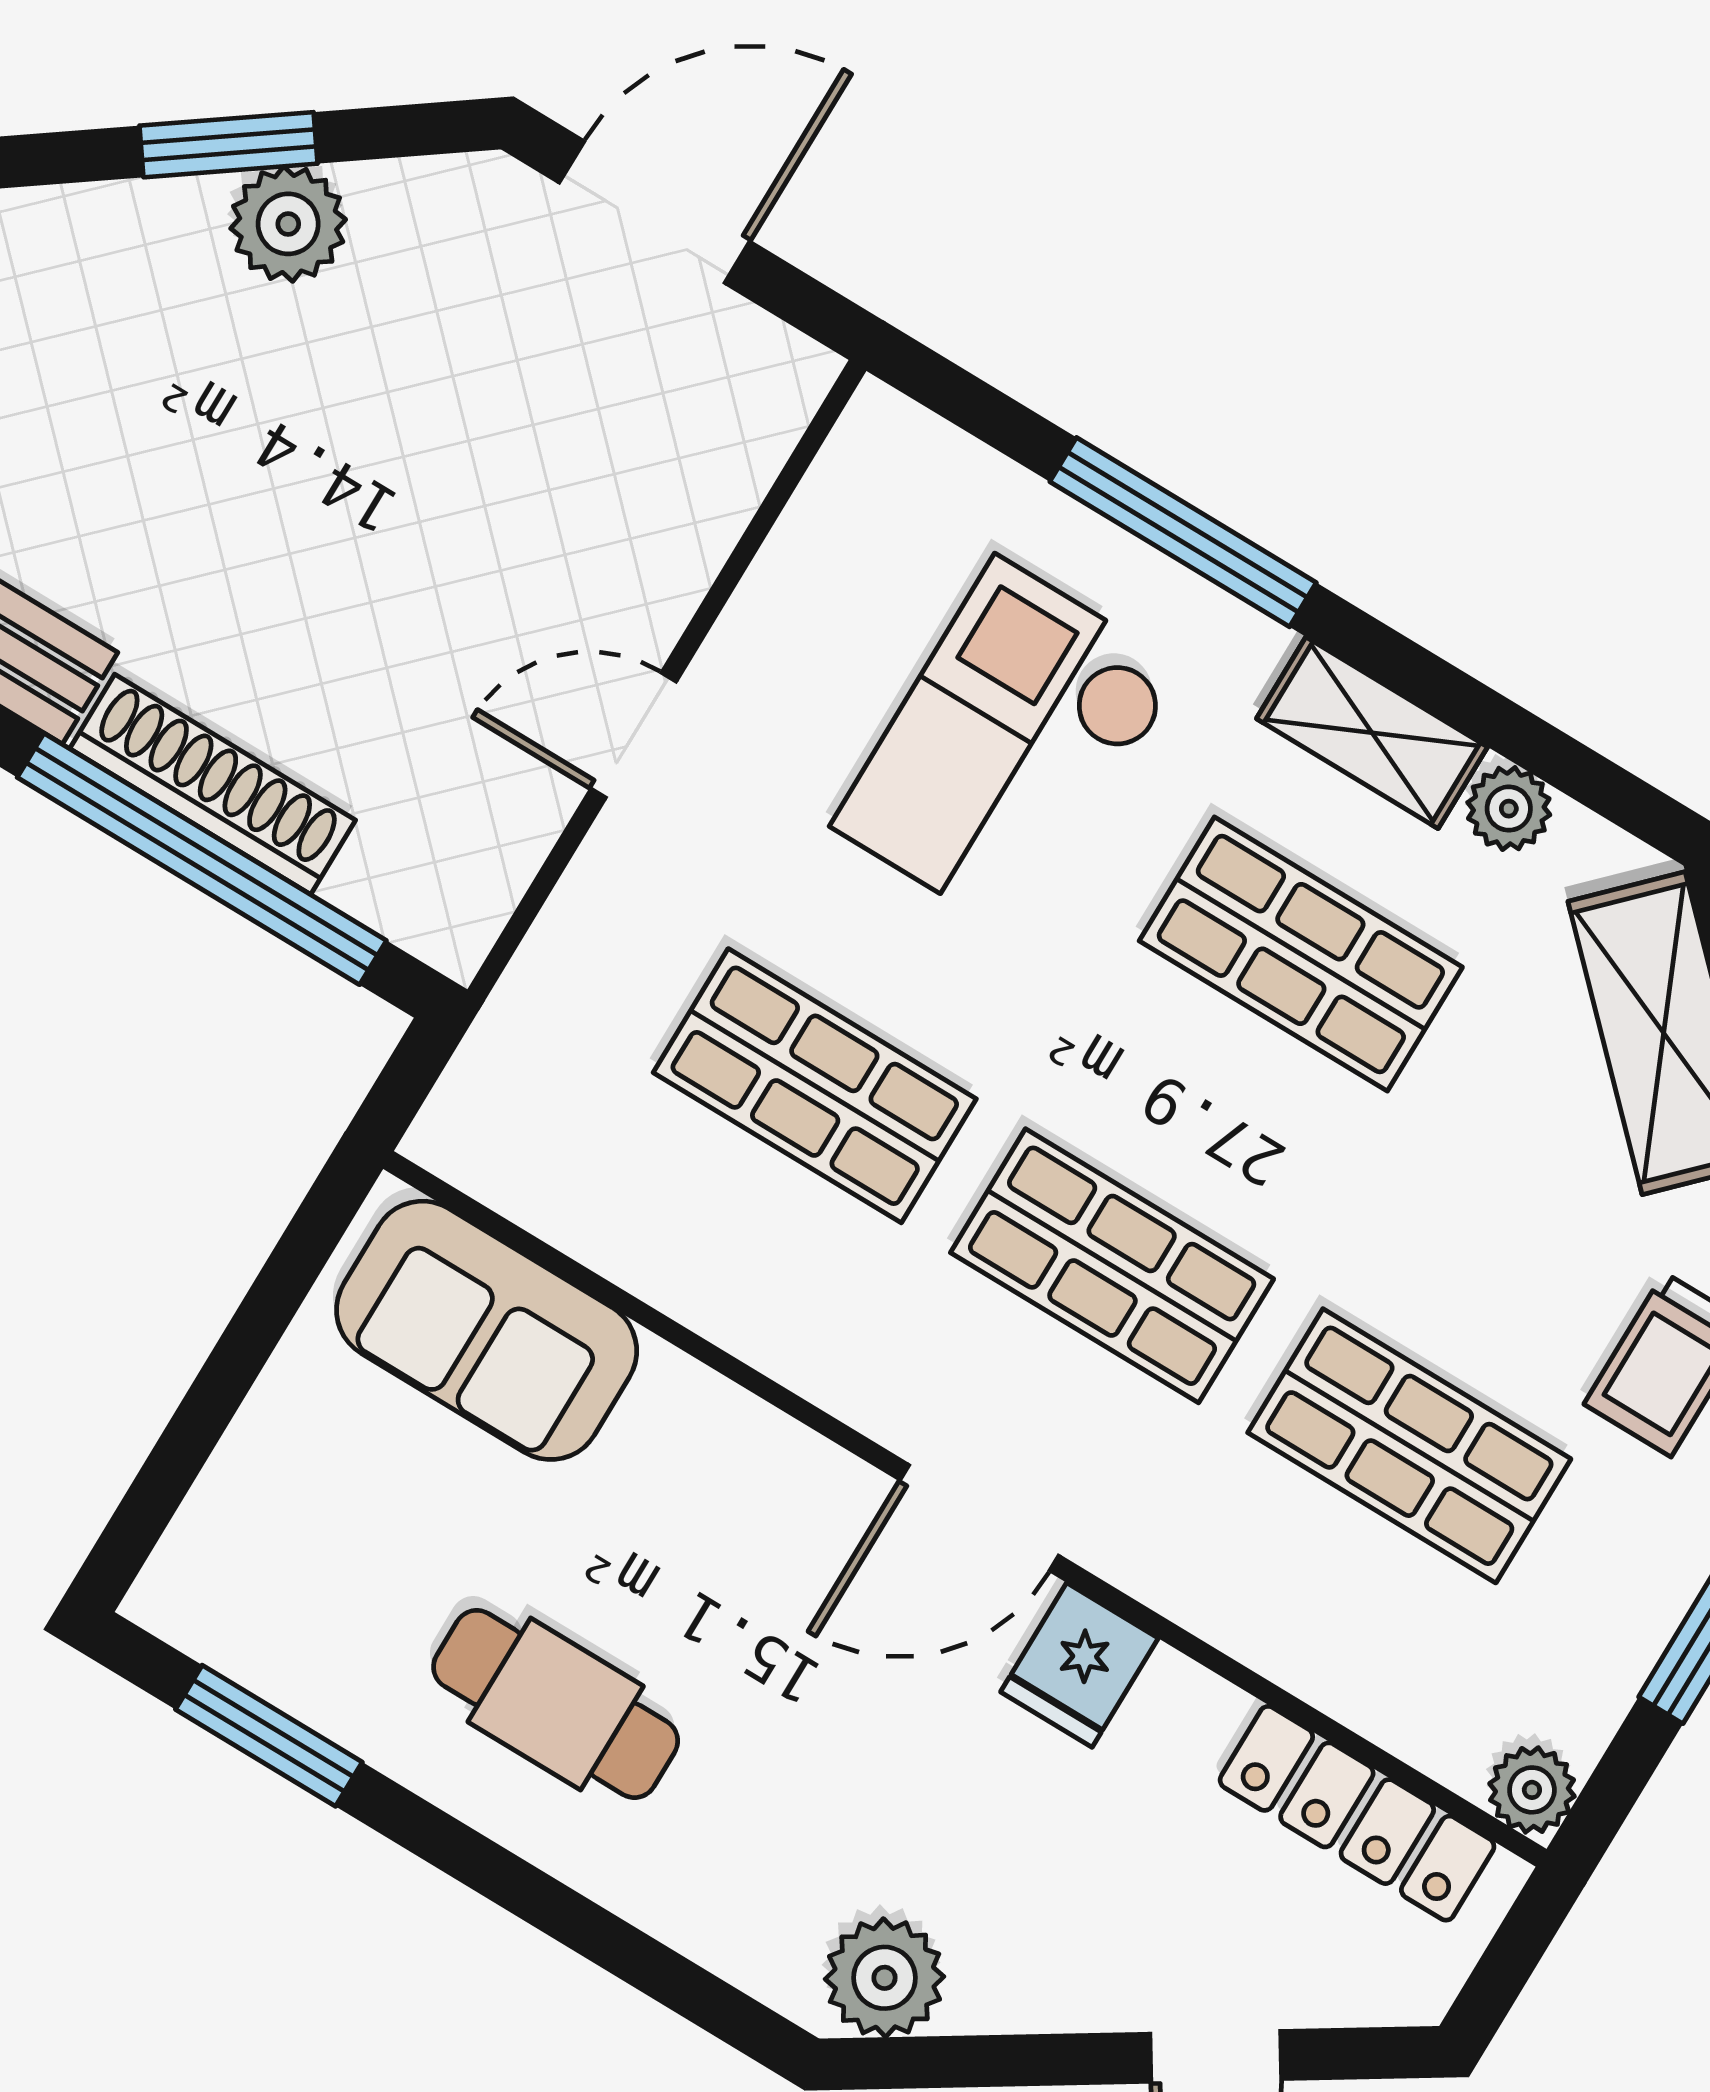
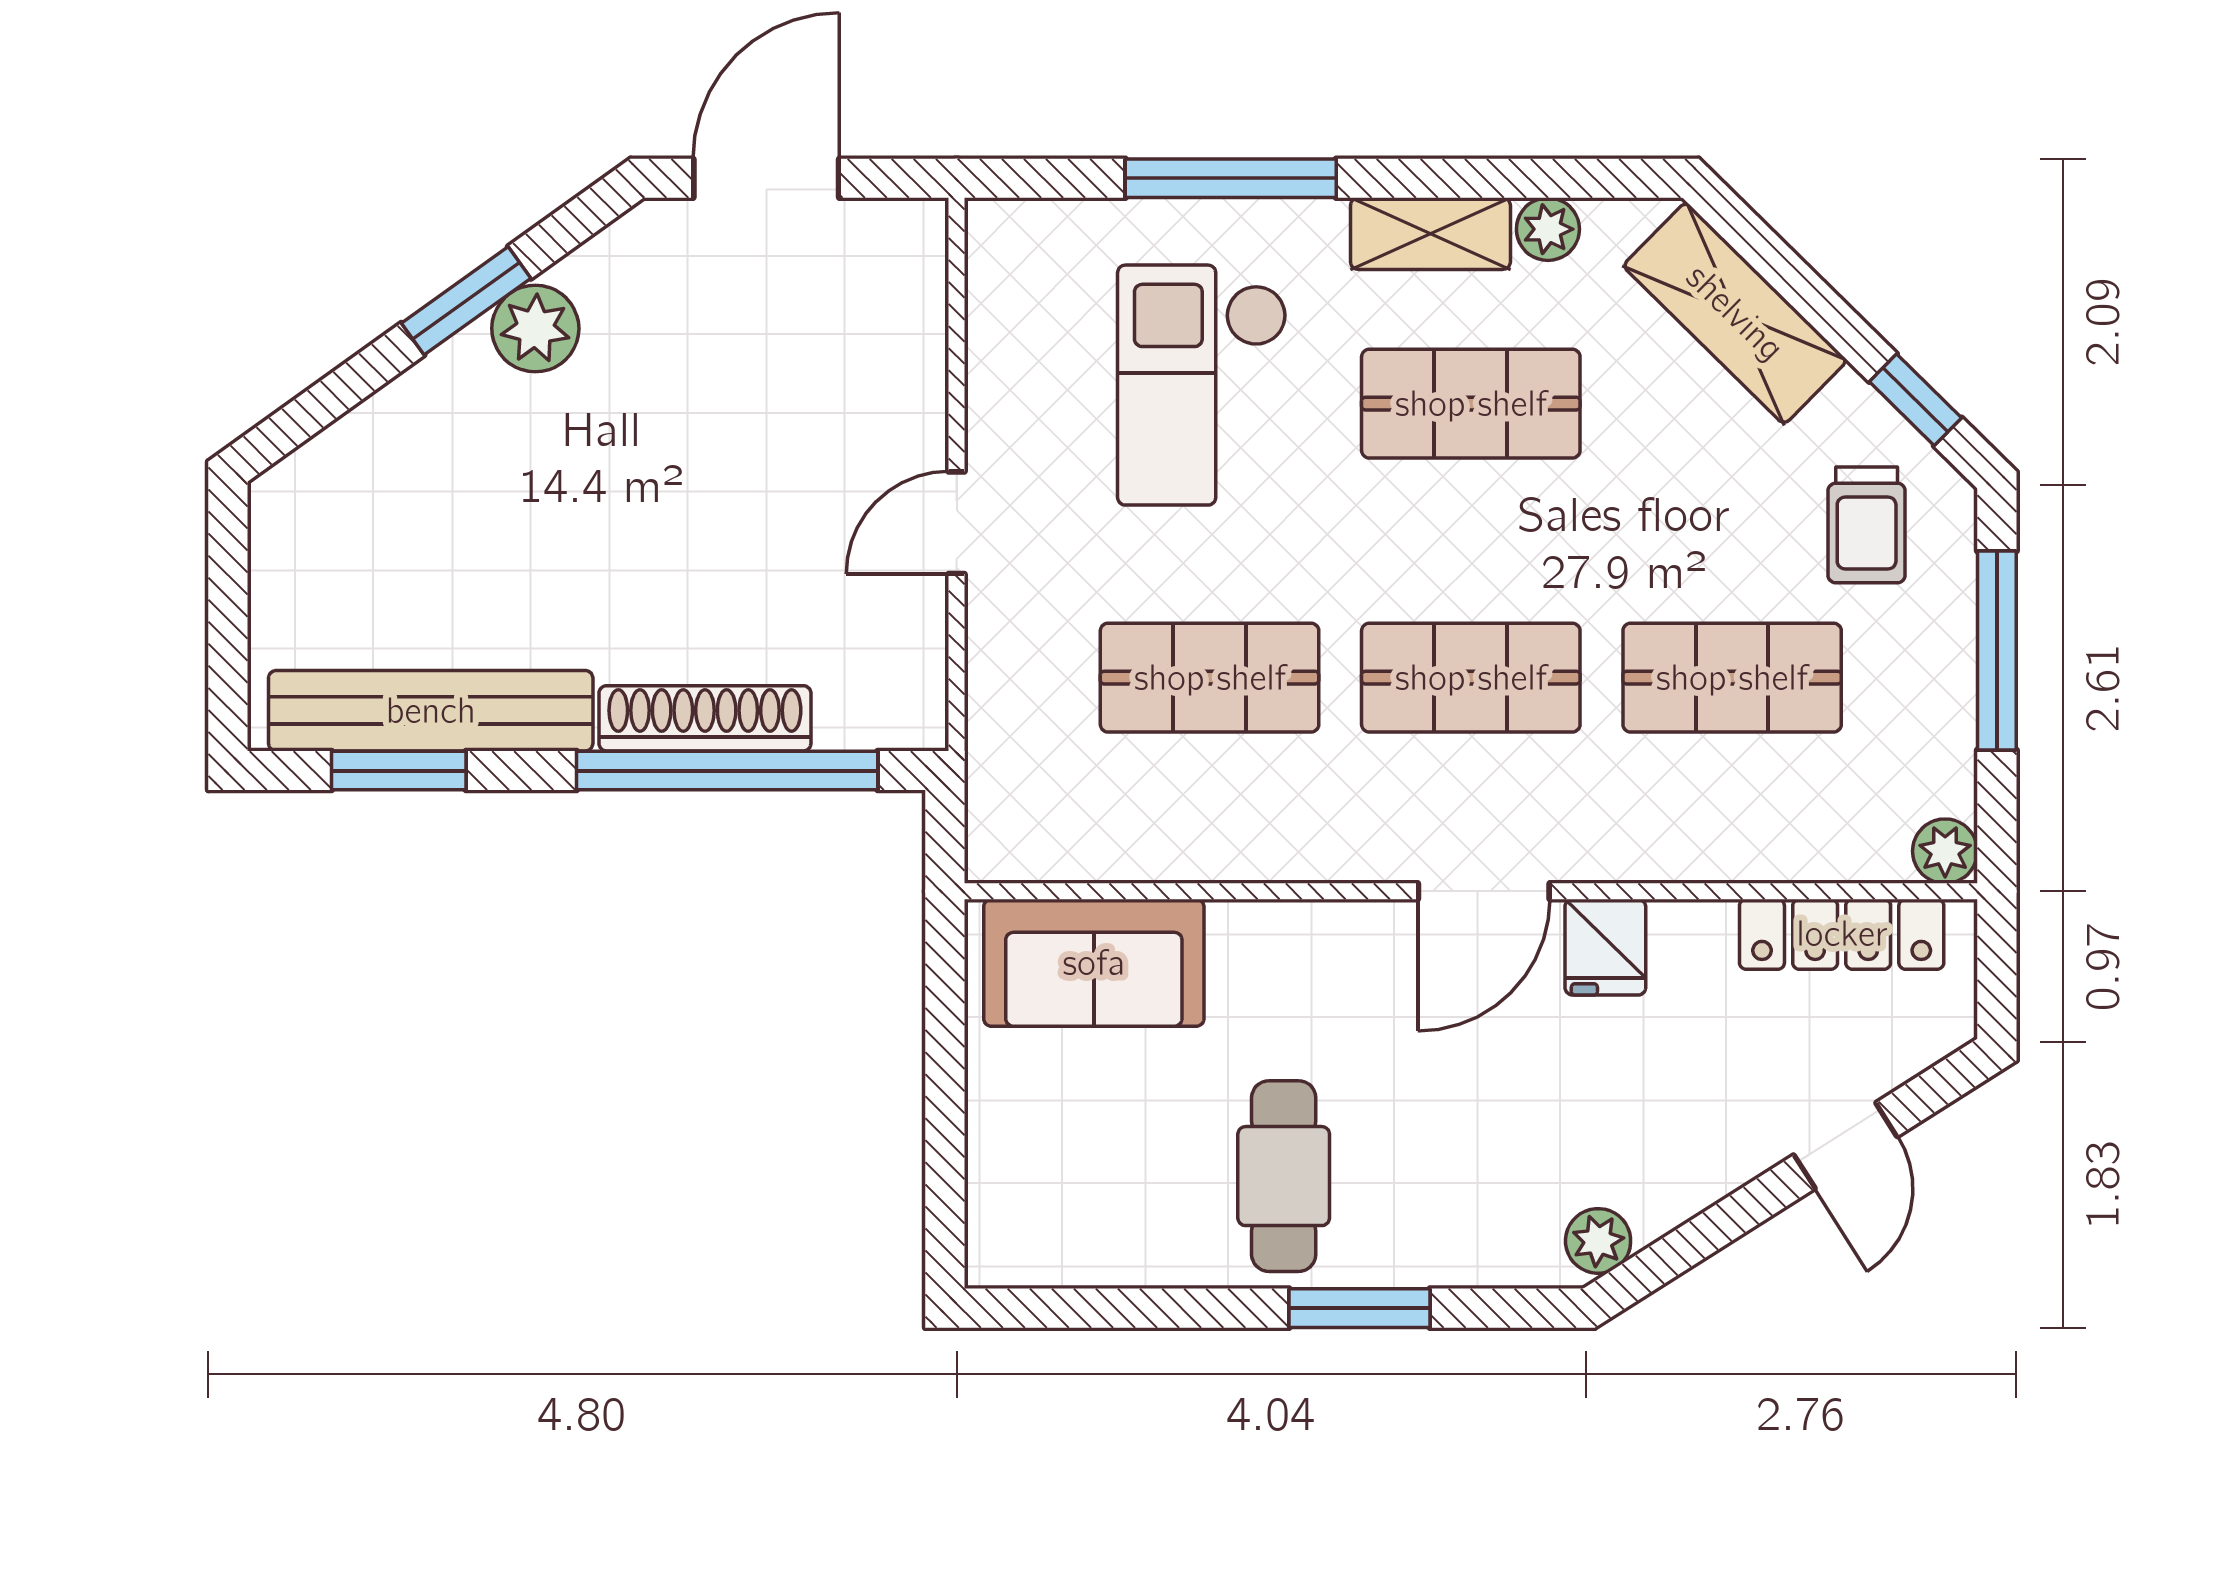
cafe table: (556, 1704) -> (1284, 1176), turned 90
window: (269, 1736) -> (1359, 1308), moved
plant: (885, 1978) -> (1598, 1241), width x0.73, depth x0.73

